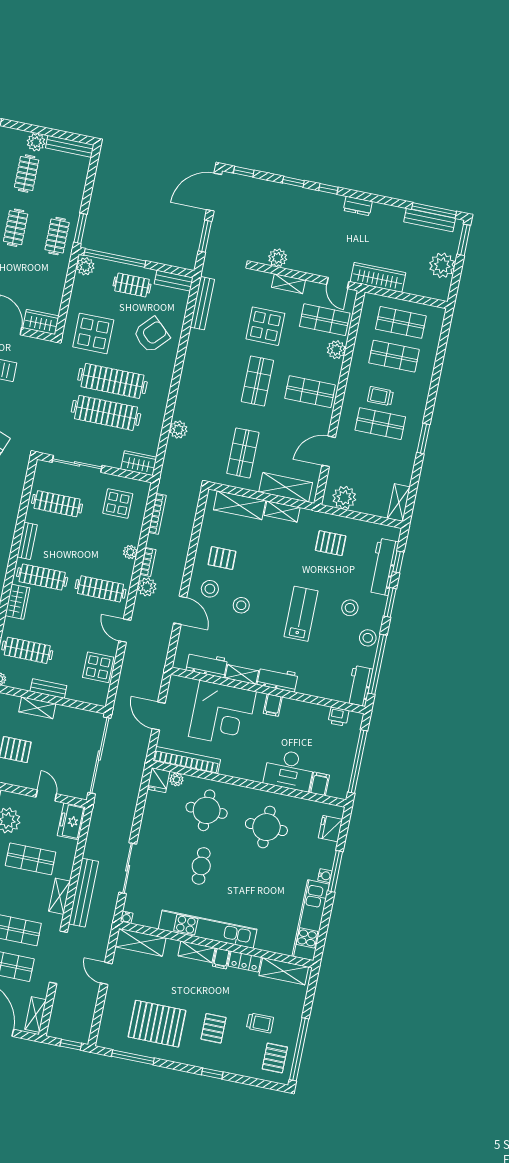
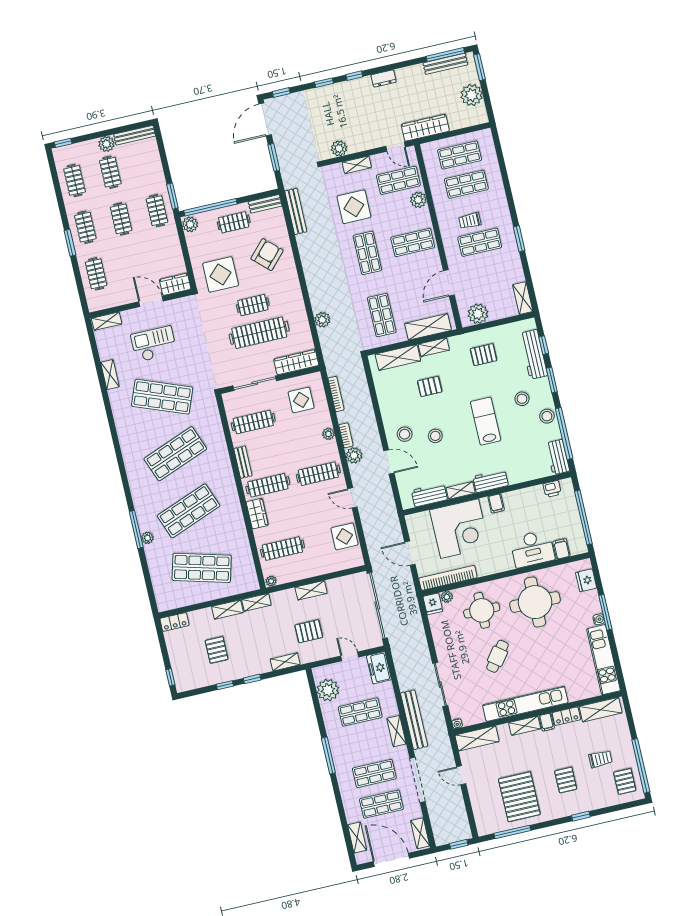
clothes rail: (112, 381) -> (253, 305), width x0.54, depth x0.76
wardrobe: (139, 463) -> (296, 362), width x1.50
pallet: (222, 558) -> (430, 386), moved
bench: (48, 688) -> (313, 571), removed
round table: (266, 827) -> (535, 602), width x1.36, depth x1.36
cafe table: (201, 866) -> (497, 656), turned 37
pallet: (157, 1024) -> (519, 797), turned 90

